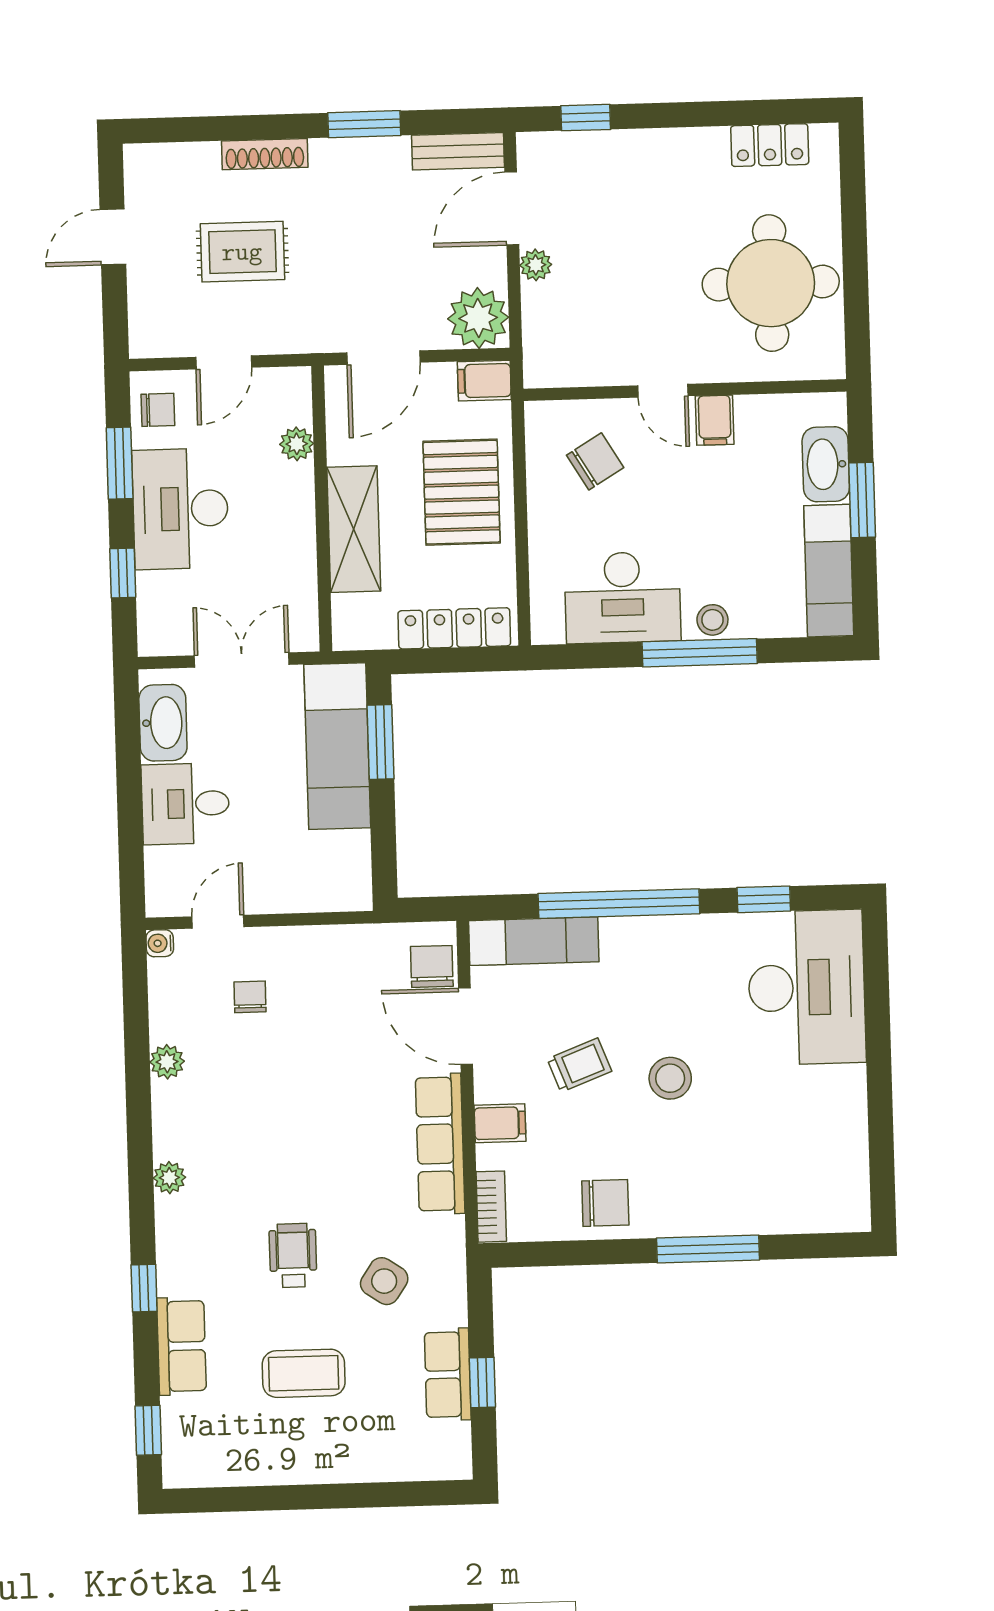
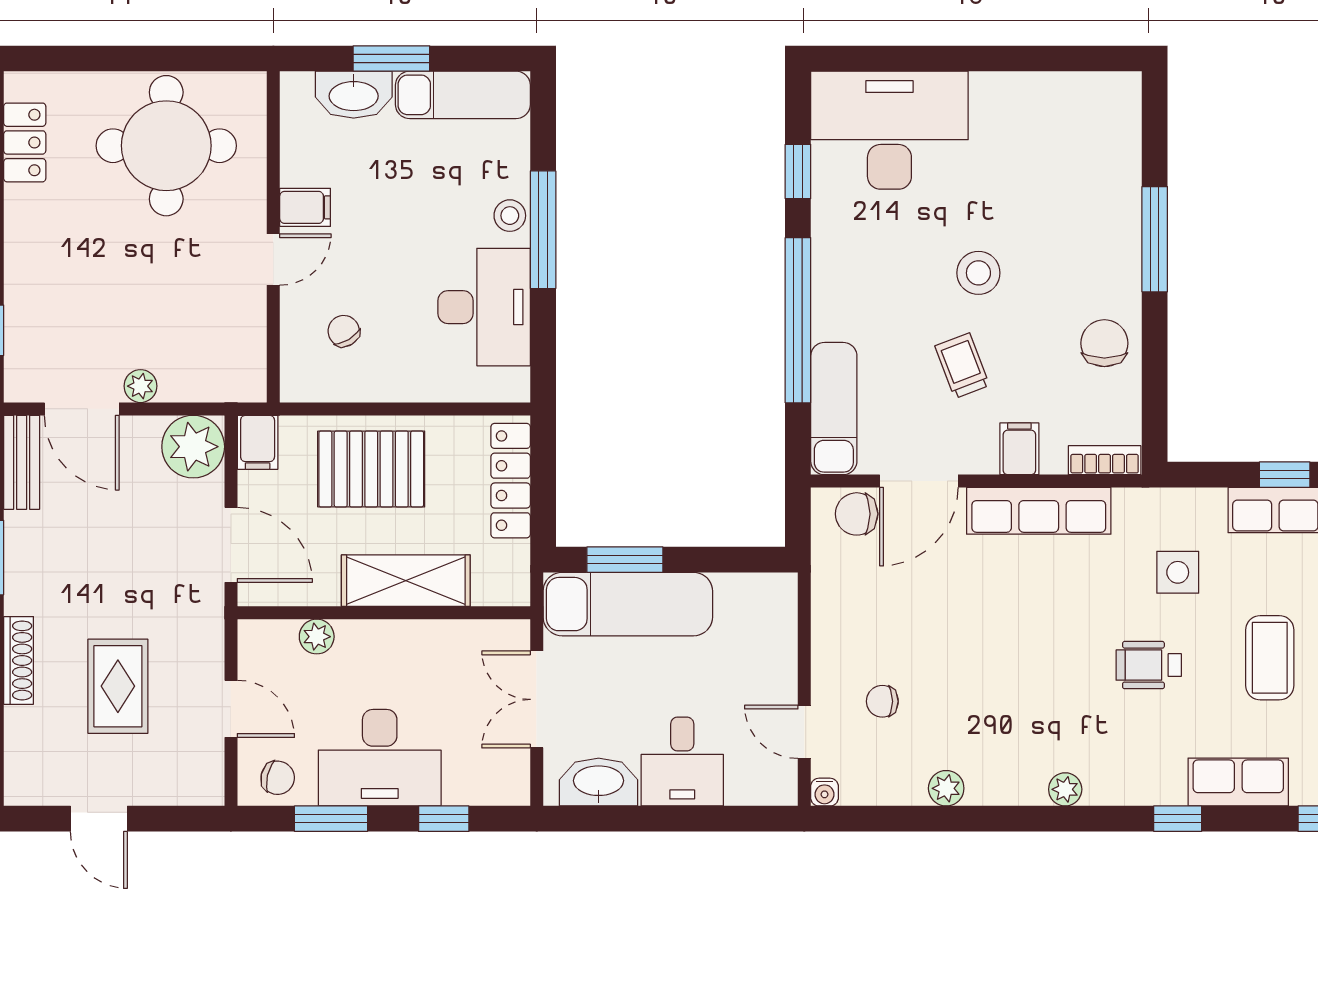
chair: (158, 410) -> (278, 778), turned 103
chair: (595, 461) -> (344, 331), width x0.73, depth x0.73
side table: (384, 1281) -> (1178, 572), turned -34

